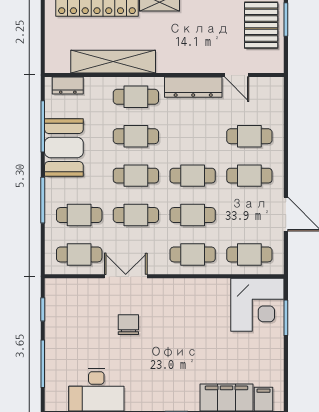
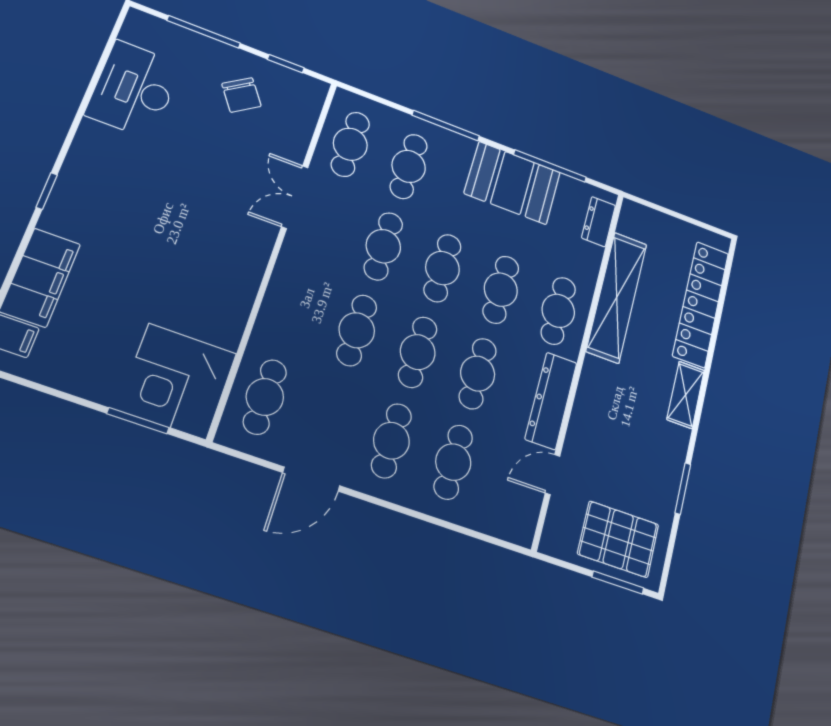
cafe table: (193, 254) -> (478, 374), moved
double door: (126, 276) -> (295, 197), swing flipped
chair: (128, 325) -> (241, 95), moved, turned 55

